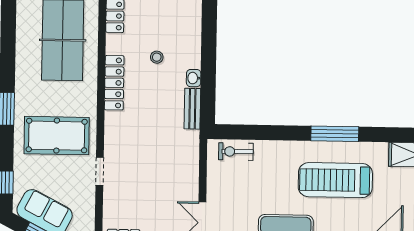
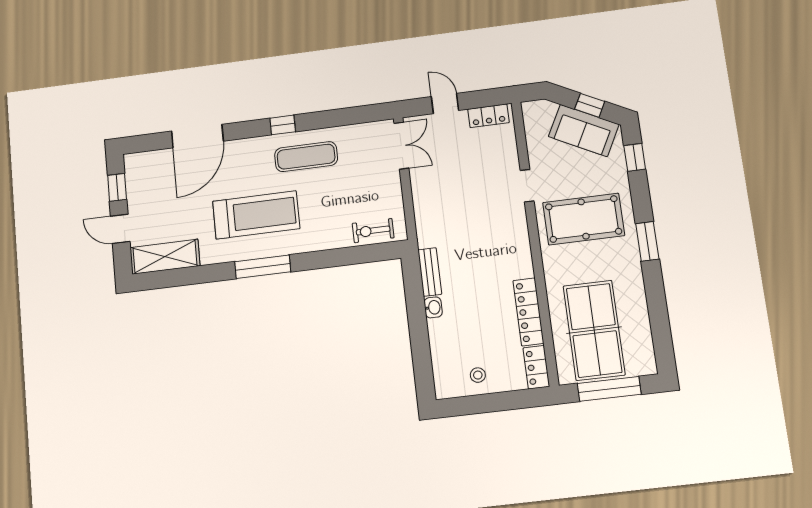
stool: (157, 57) -> (478, 375), moved
locker: (114, 83) -> (528, 312), moved
exercise bike: (236, 152) -> (373, 231), turned 180

